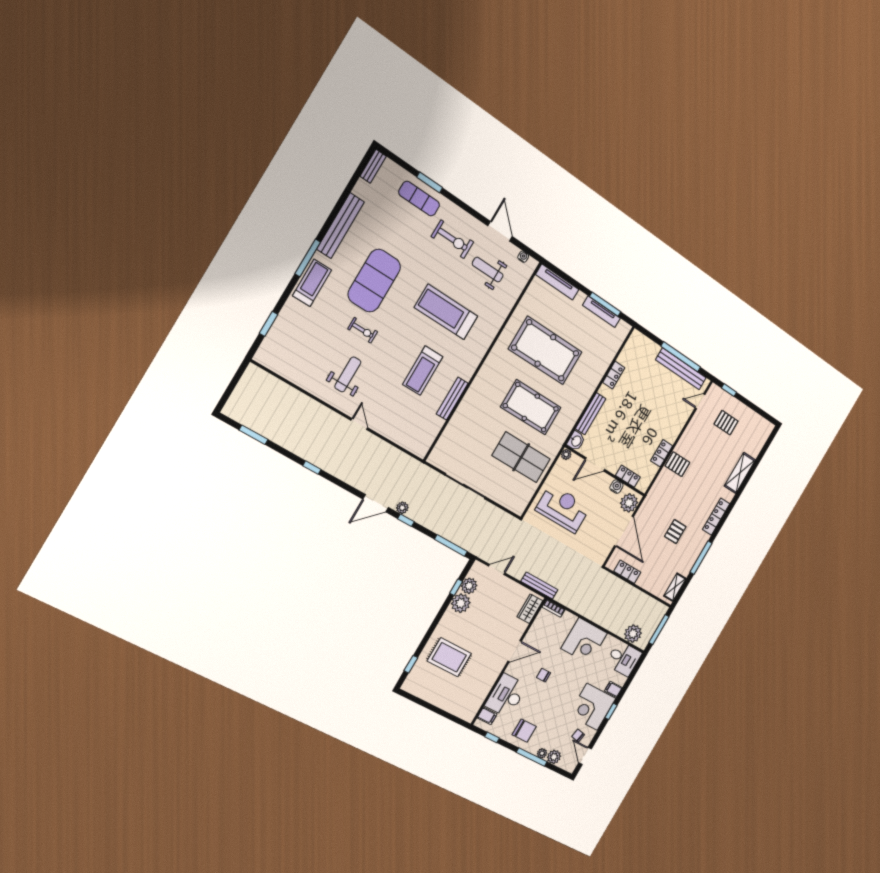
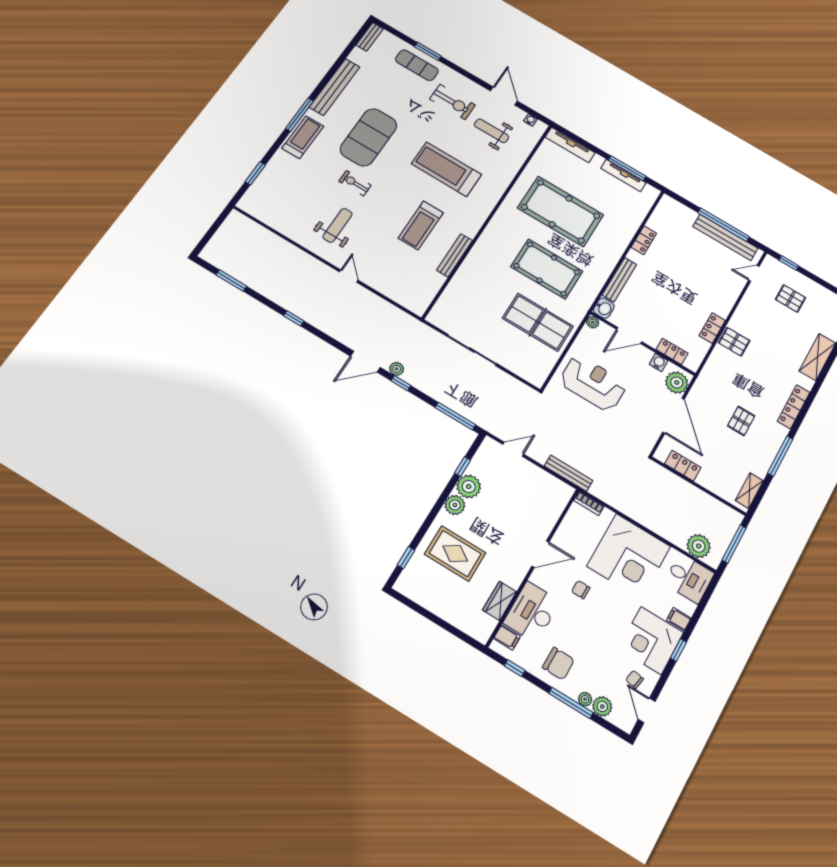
exercise bike: (363, 330) -> (355, 183), turned 180
plant: (469, 586) -> (455, 505), moved
wardrobe: (530, 609) -> (500, 601), moved
corner desk: (584, 641) -> (629, 556), width x1.36, depth x1.36

